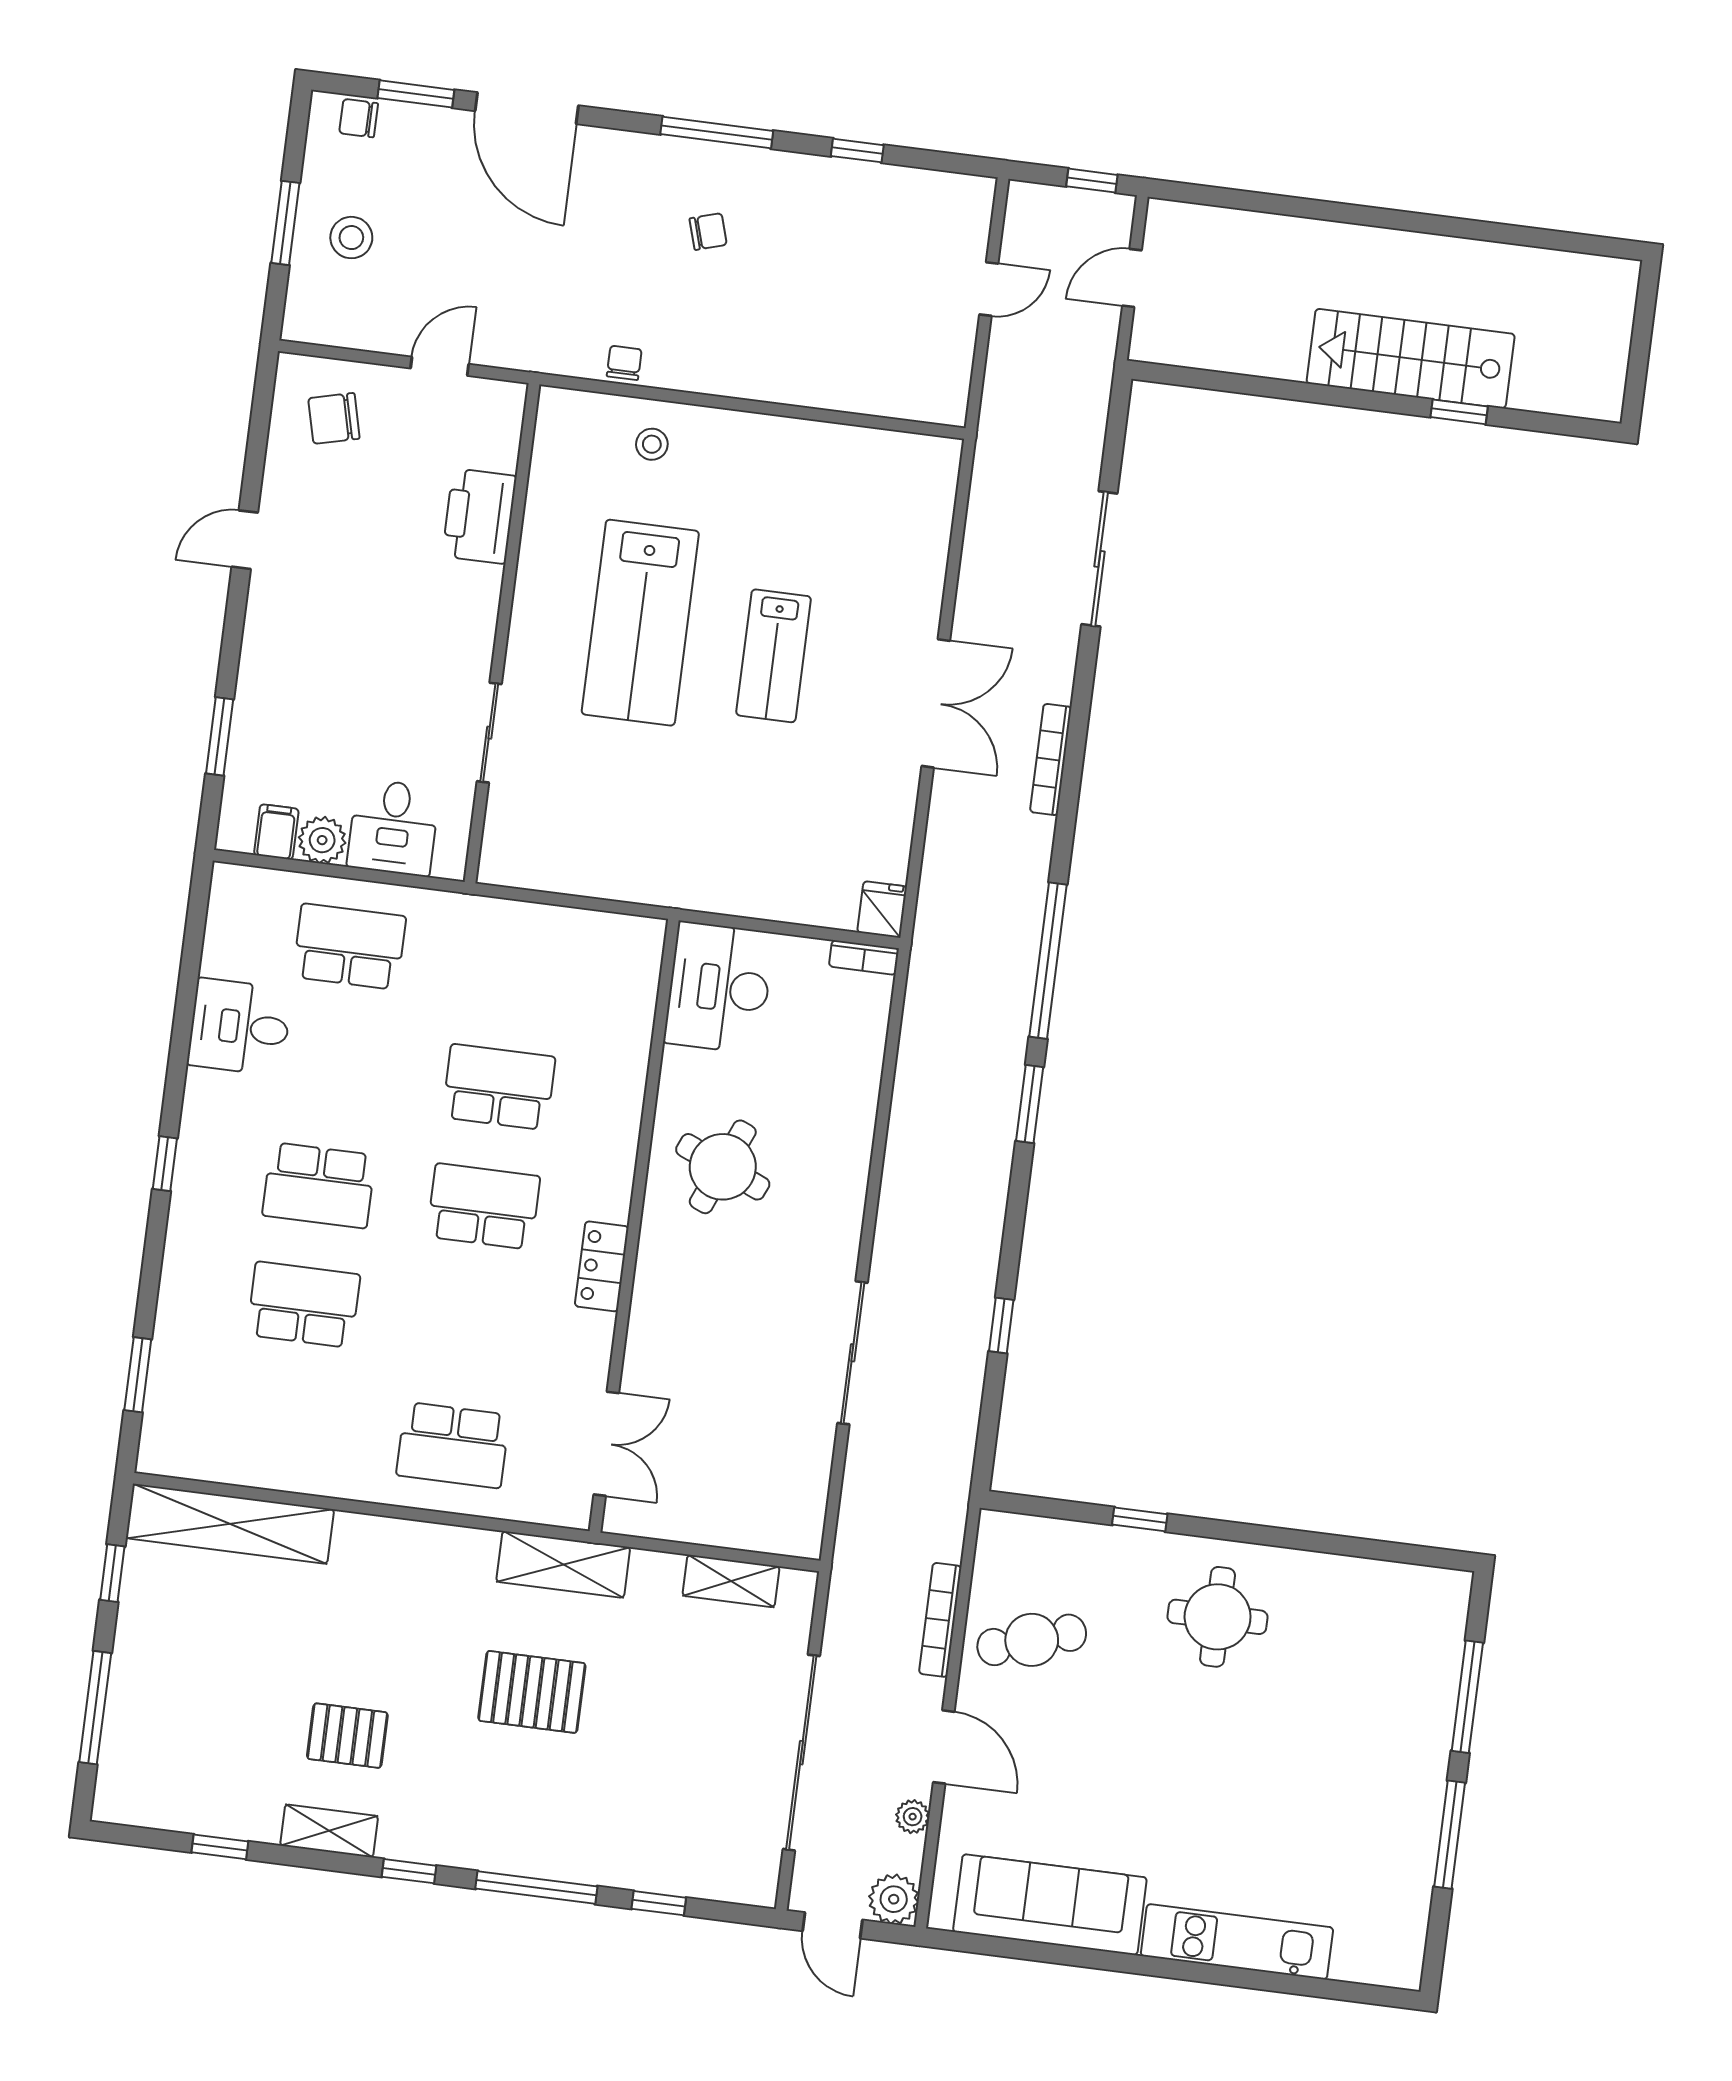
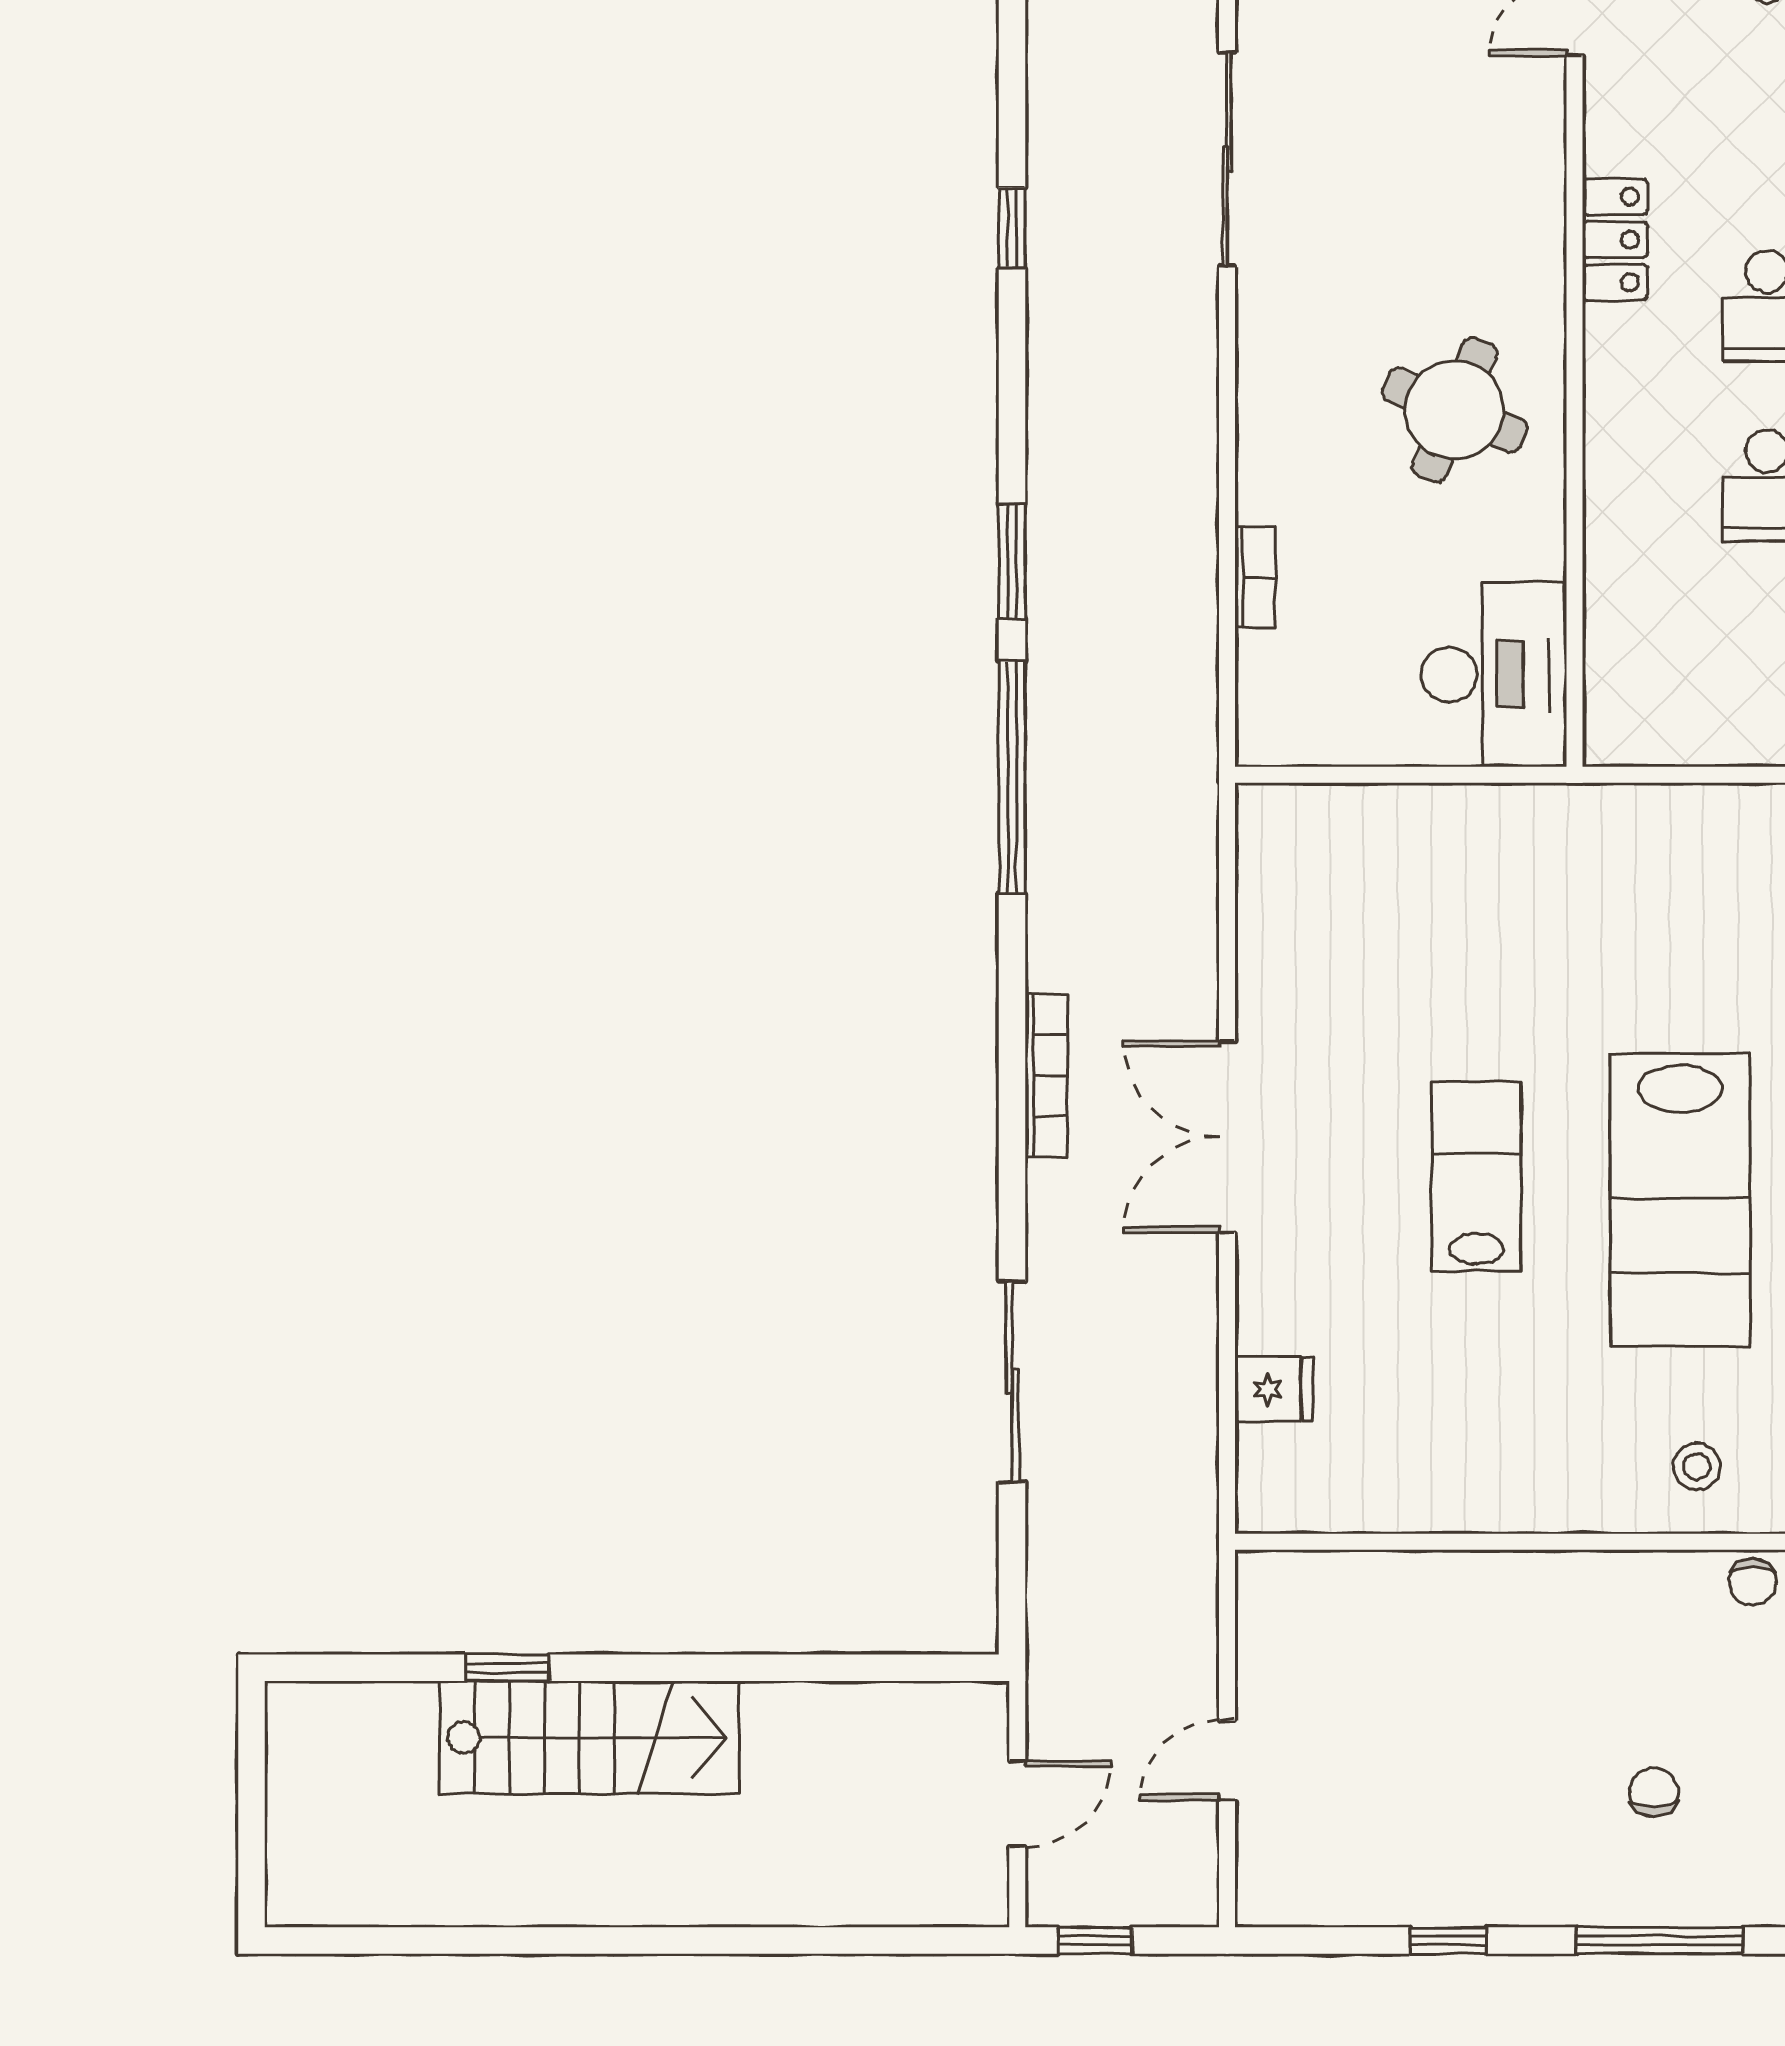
chair: (708, 232) -> (1654, 1792), turned 107
lab bench: (640, 623) -> (1680, 1200), turned 180
fridge: (882, 909) -> (1274, 1389), moved, turned -90
bookcase: (864, 957) -> (1255, 577), moved, turned 90

